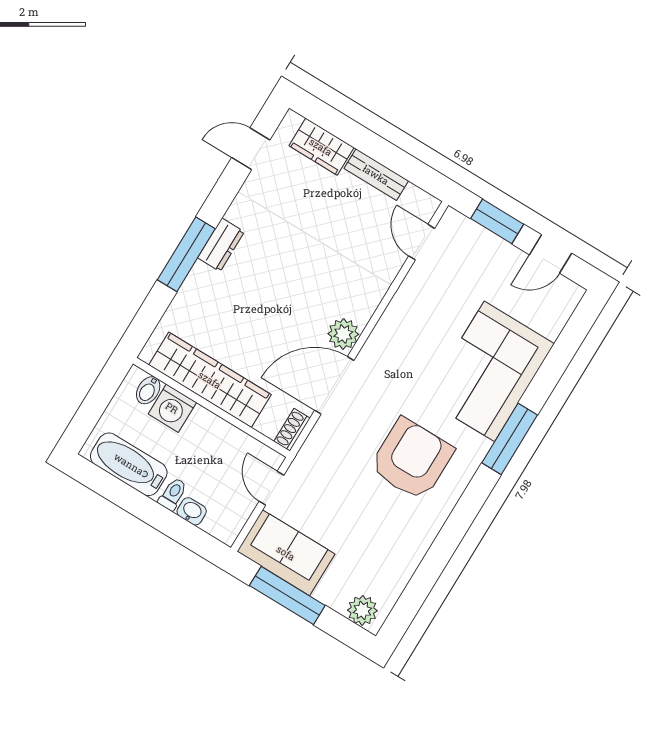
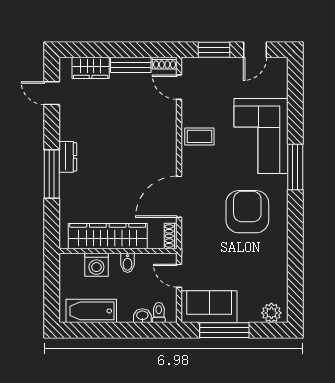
door: (251, 149) -> (52, 93), hinge flipped
shoe rack: (422, 199) -> (165, 63), added
coffee table: (409, 323) -> (199, 136), added
plant: (343, 334) -> (167, 165), removed
bidet: (148, 390) -> (128, 263), moved
toilet: (173, 494) -> (159, 313), moved

